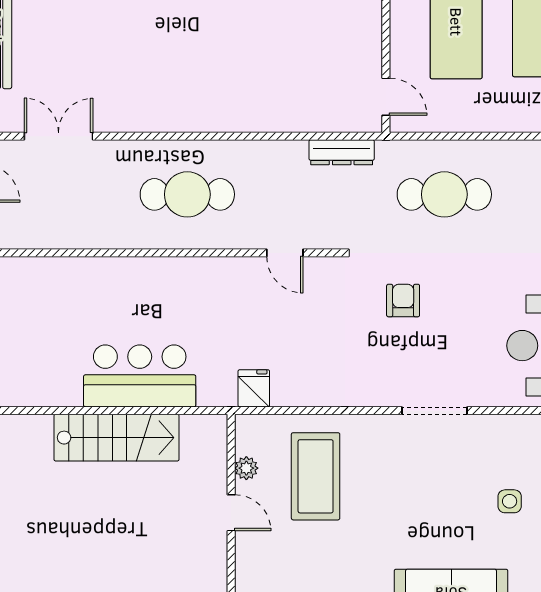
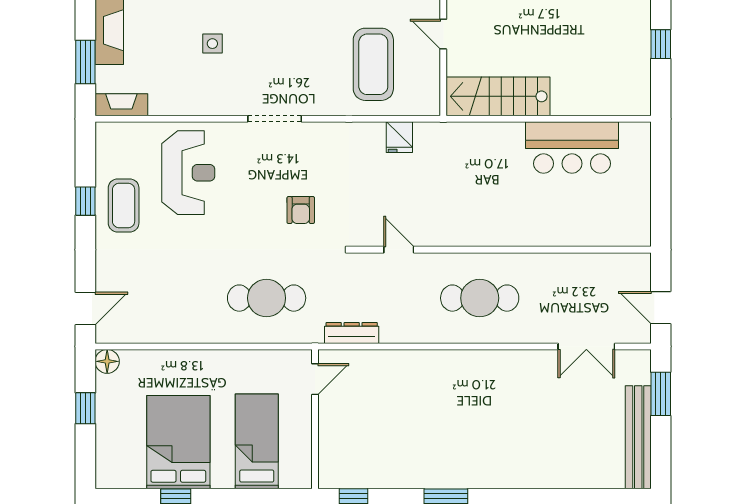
door: (386, 97) -> (315, 379), swing flipped
bar counter: (140, 376) -> (572, 148), moved
fridge: (254, 388) -> (399, 137), moved
stairs: (116, 438) -> (498, 96), moved
plant: (246, 468) -> (431, 71), removed

